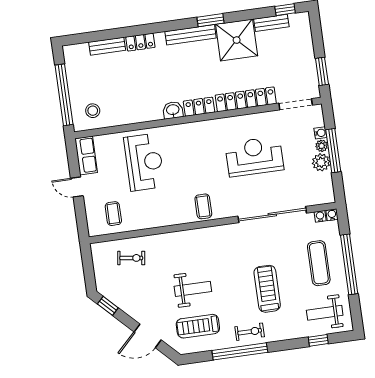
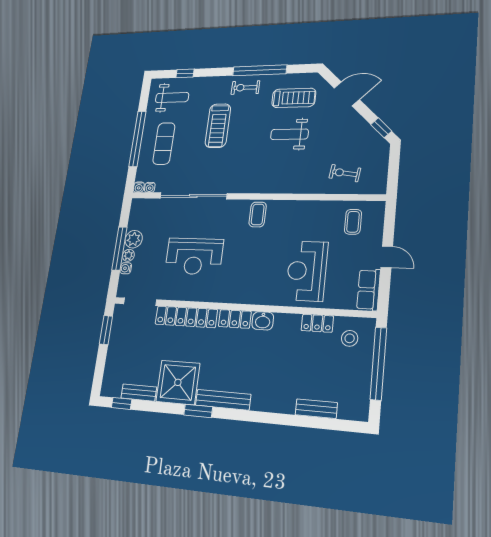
locker: (140, 42) -> (317, 323), moved, turned 180

